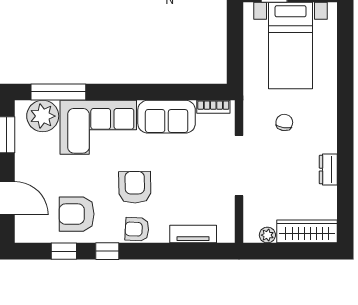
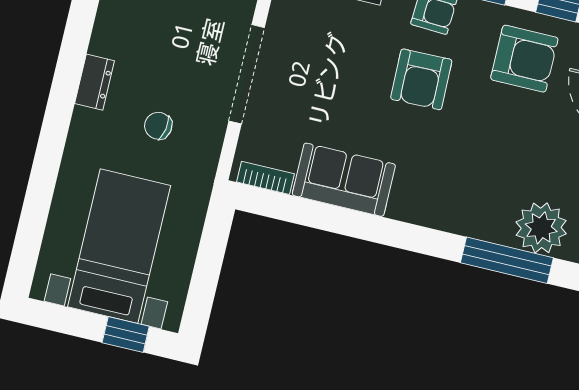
chair: (284, 122) -> (158, 126), turned 92
corner sofa: (98, 127) -> (457, 189), removed
dresser: (328, 170) -> (95, 82), moved

